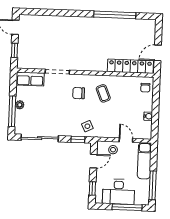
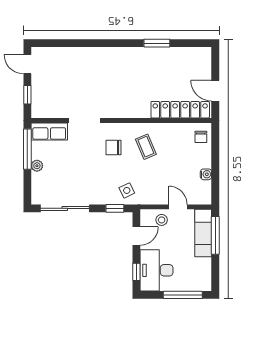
window: (115, 15) -> (157, 43), width x0.47
door: (158, 53) -> (215, 91), hinge flipped
window: (12, 111) -> (27, 149), moved
window: (153, 185) -> (215, 235), moved
desk: (119, 192) -> (157, 270), moved, turned 90

